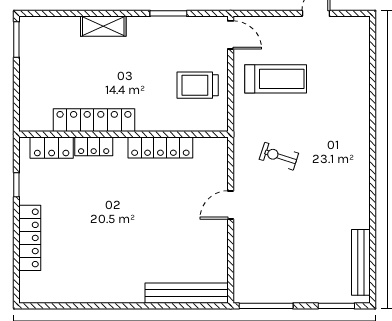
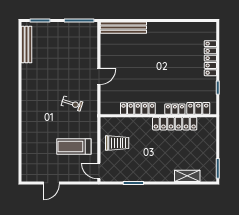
shelving: (103, 26) -> (187, 176), moved

